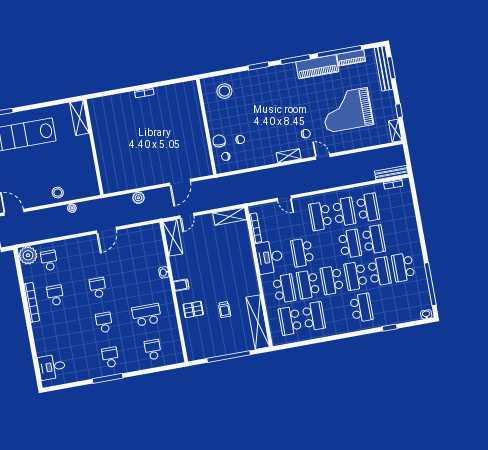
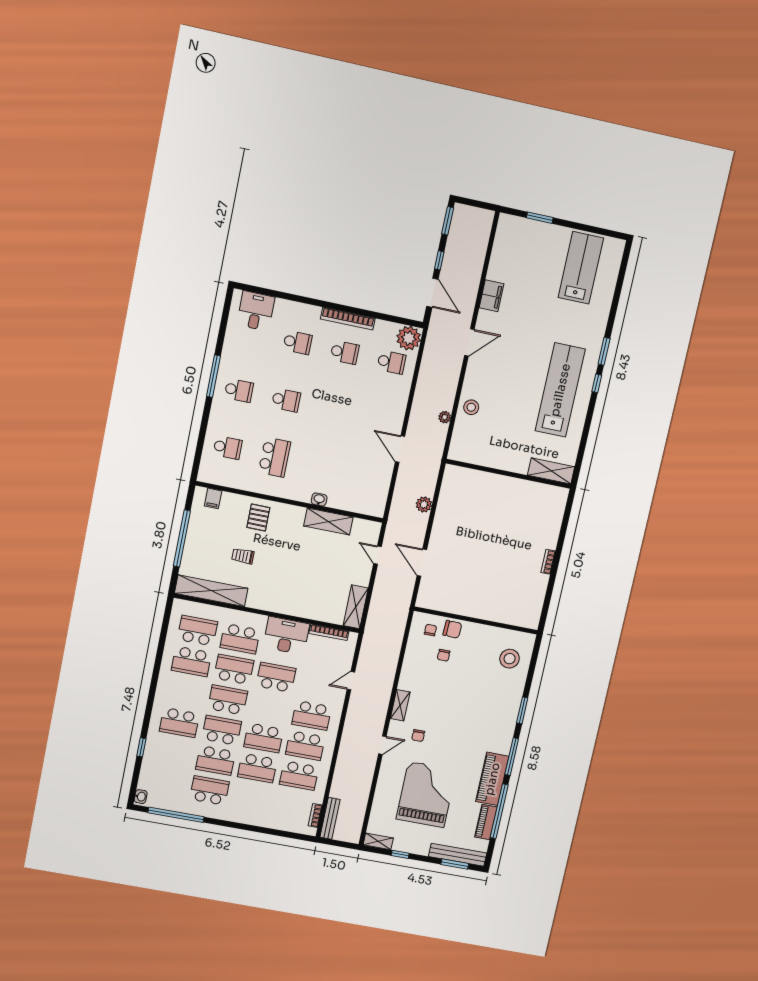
school desk: (320, 216) -> (312, 715), turned 180
shelving: (173, 238) -> (328, 521), moved
filing cabinet: (181, 285) -> (213, 498), moved
school desk: (98, 288) -> (298, 342), moved

